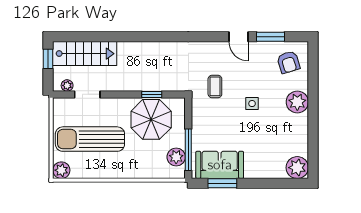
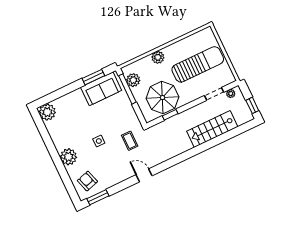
door: (238, 37) -> (144, 175), moved
window: (271, 37) -> (98, 197), moved
stairs: (85, 54) -> (212, 129), moved
plant: (61, 170) -> (158, 57), moved

